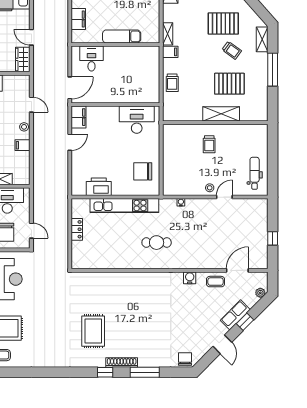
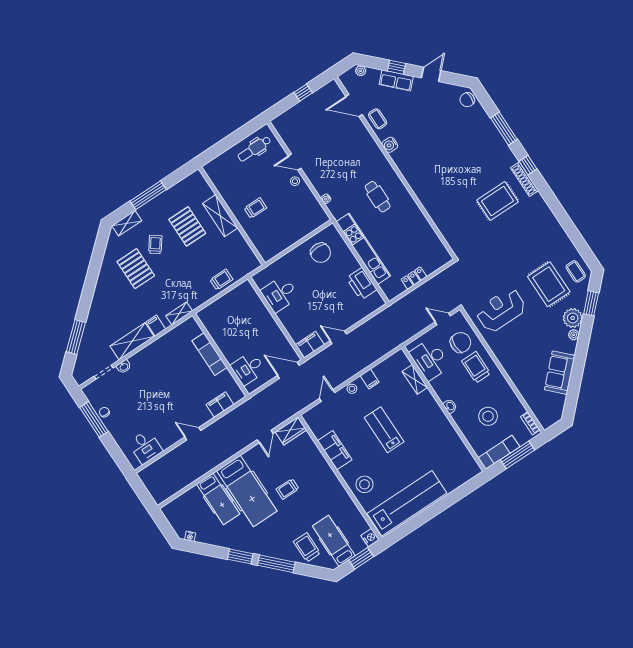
filing cabinet: (170, 52) -> (156, 325), moved
desk: (137, 120) -> (280, 294), width x0.73
door: (31, 231) -> (443, 319), hinge flipped
shoe rack: (122, 363) -> (525, 179), moved

